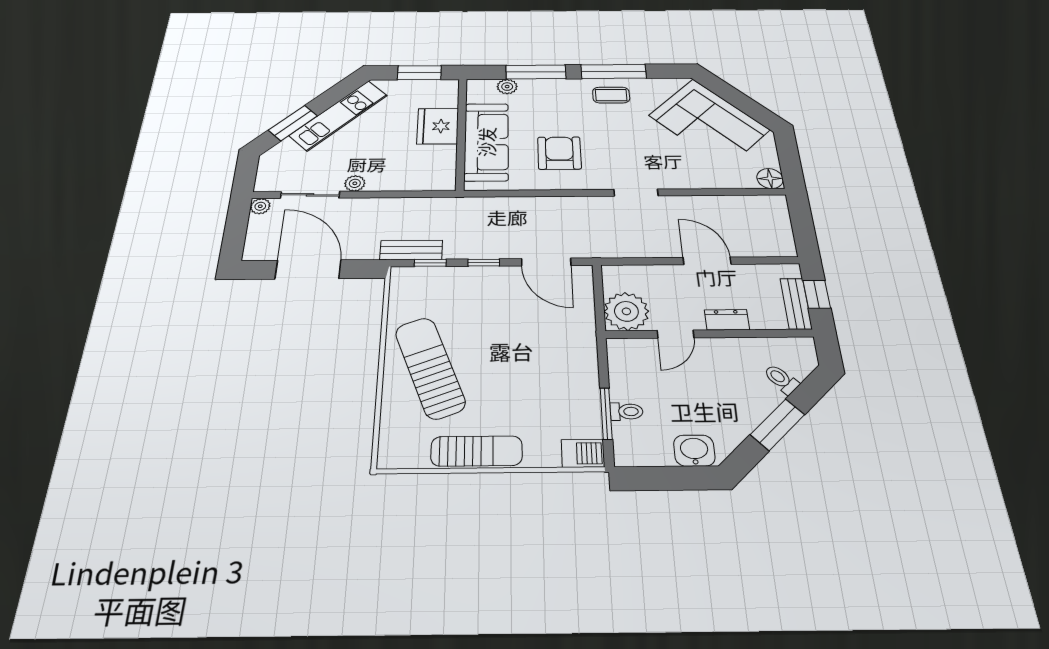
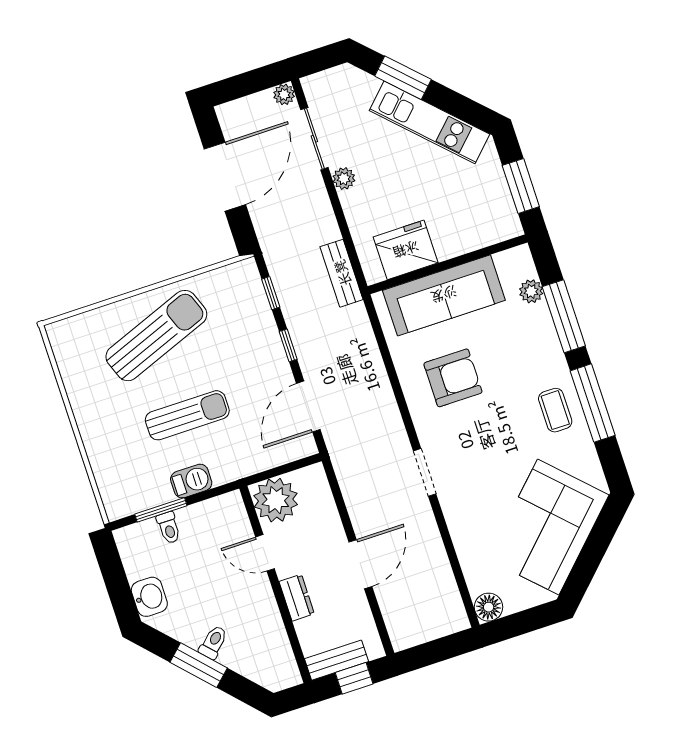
fridge: (438, 126) -> (406, 250), moved
bench: (411, 250) -> (342, 273), moved
toilet: (781, 379) -> (213, 642), moved
sun lounger: (477, 451) -> (187, 415), moved, turned -90
barbecue: (583, 453) -> (191, 481), moved, turned -90

